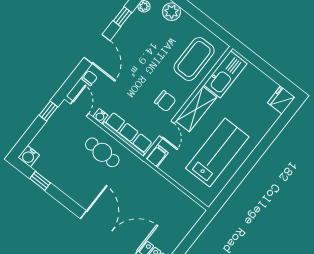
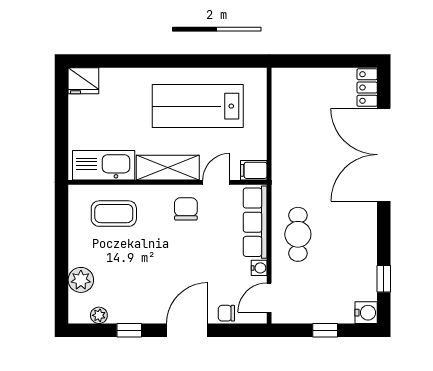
coffee table: (194, 59) -> (114, 214), width x0.73, depth x0.76
window: (48, 111) -> (325, 330), moved

